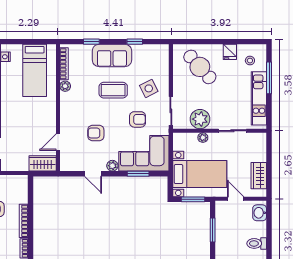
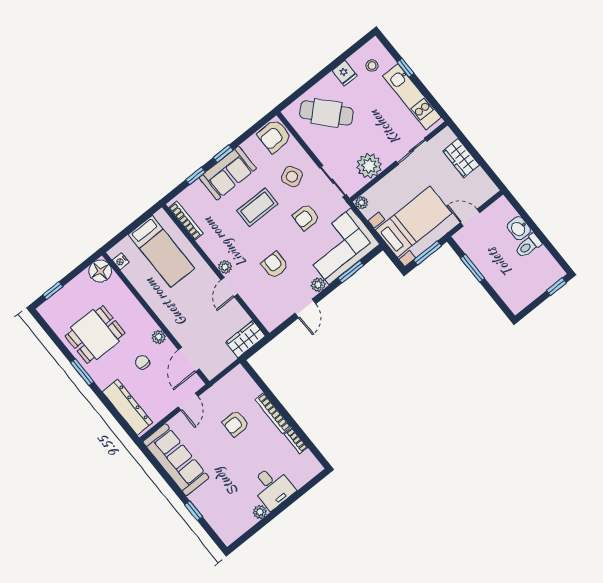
window: (135, 42) -> (223, 154), moved
armchair: (158, 56) -> (274, 136), added
window: (269, 78) -> (406, 68), width x0.46
plant: (65, 86) -> (225, 267), moved
armchair: (138, 119) -> (306, 217), turned 180
armchair: (96, 133) -> (275, 265), turned 90
plant: (203, 138) -> (362, 203), moved
door: (58, 142) -> (229, 287), moved
door: (93, 174) -> (305, 308), hinge flipped
wardrobe: (259, 176) -> (461, 158), moved
washbasin: (260, 213) -> (519, 228), moved

